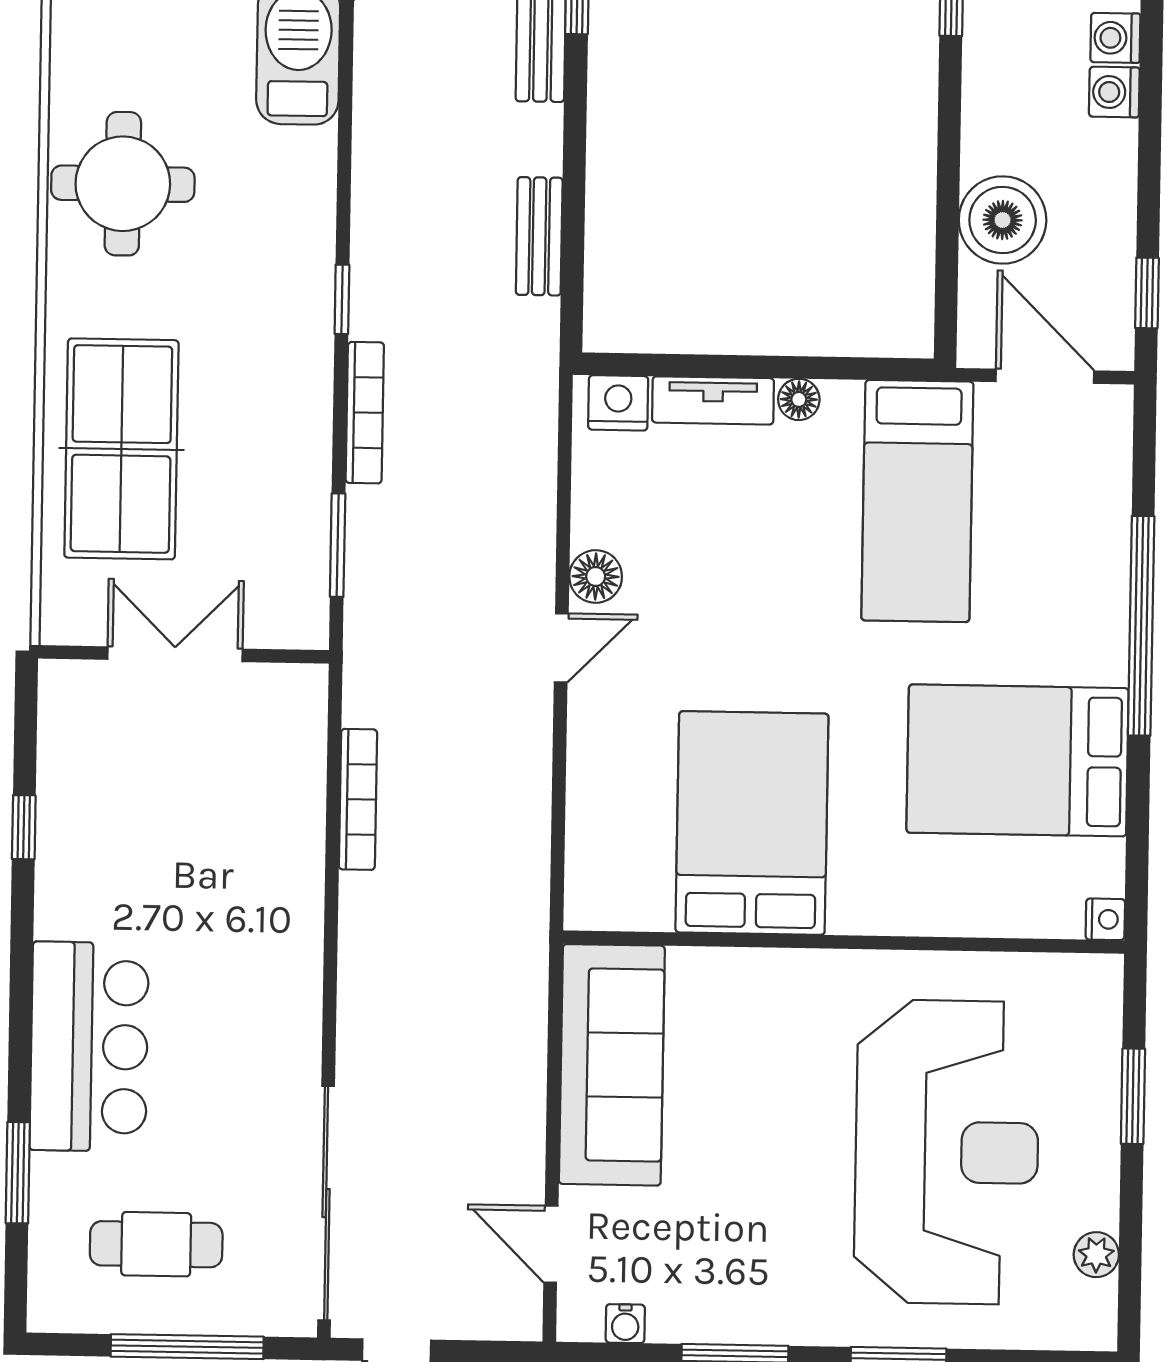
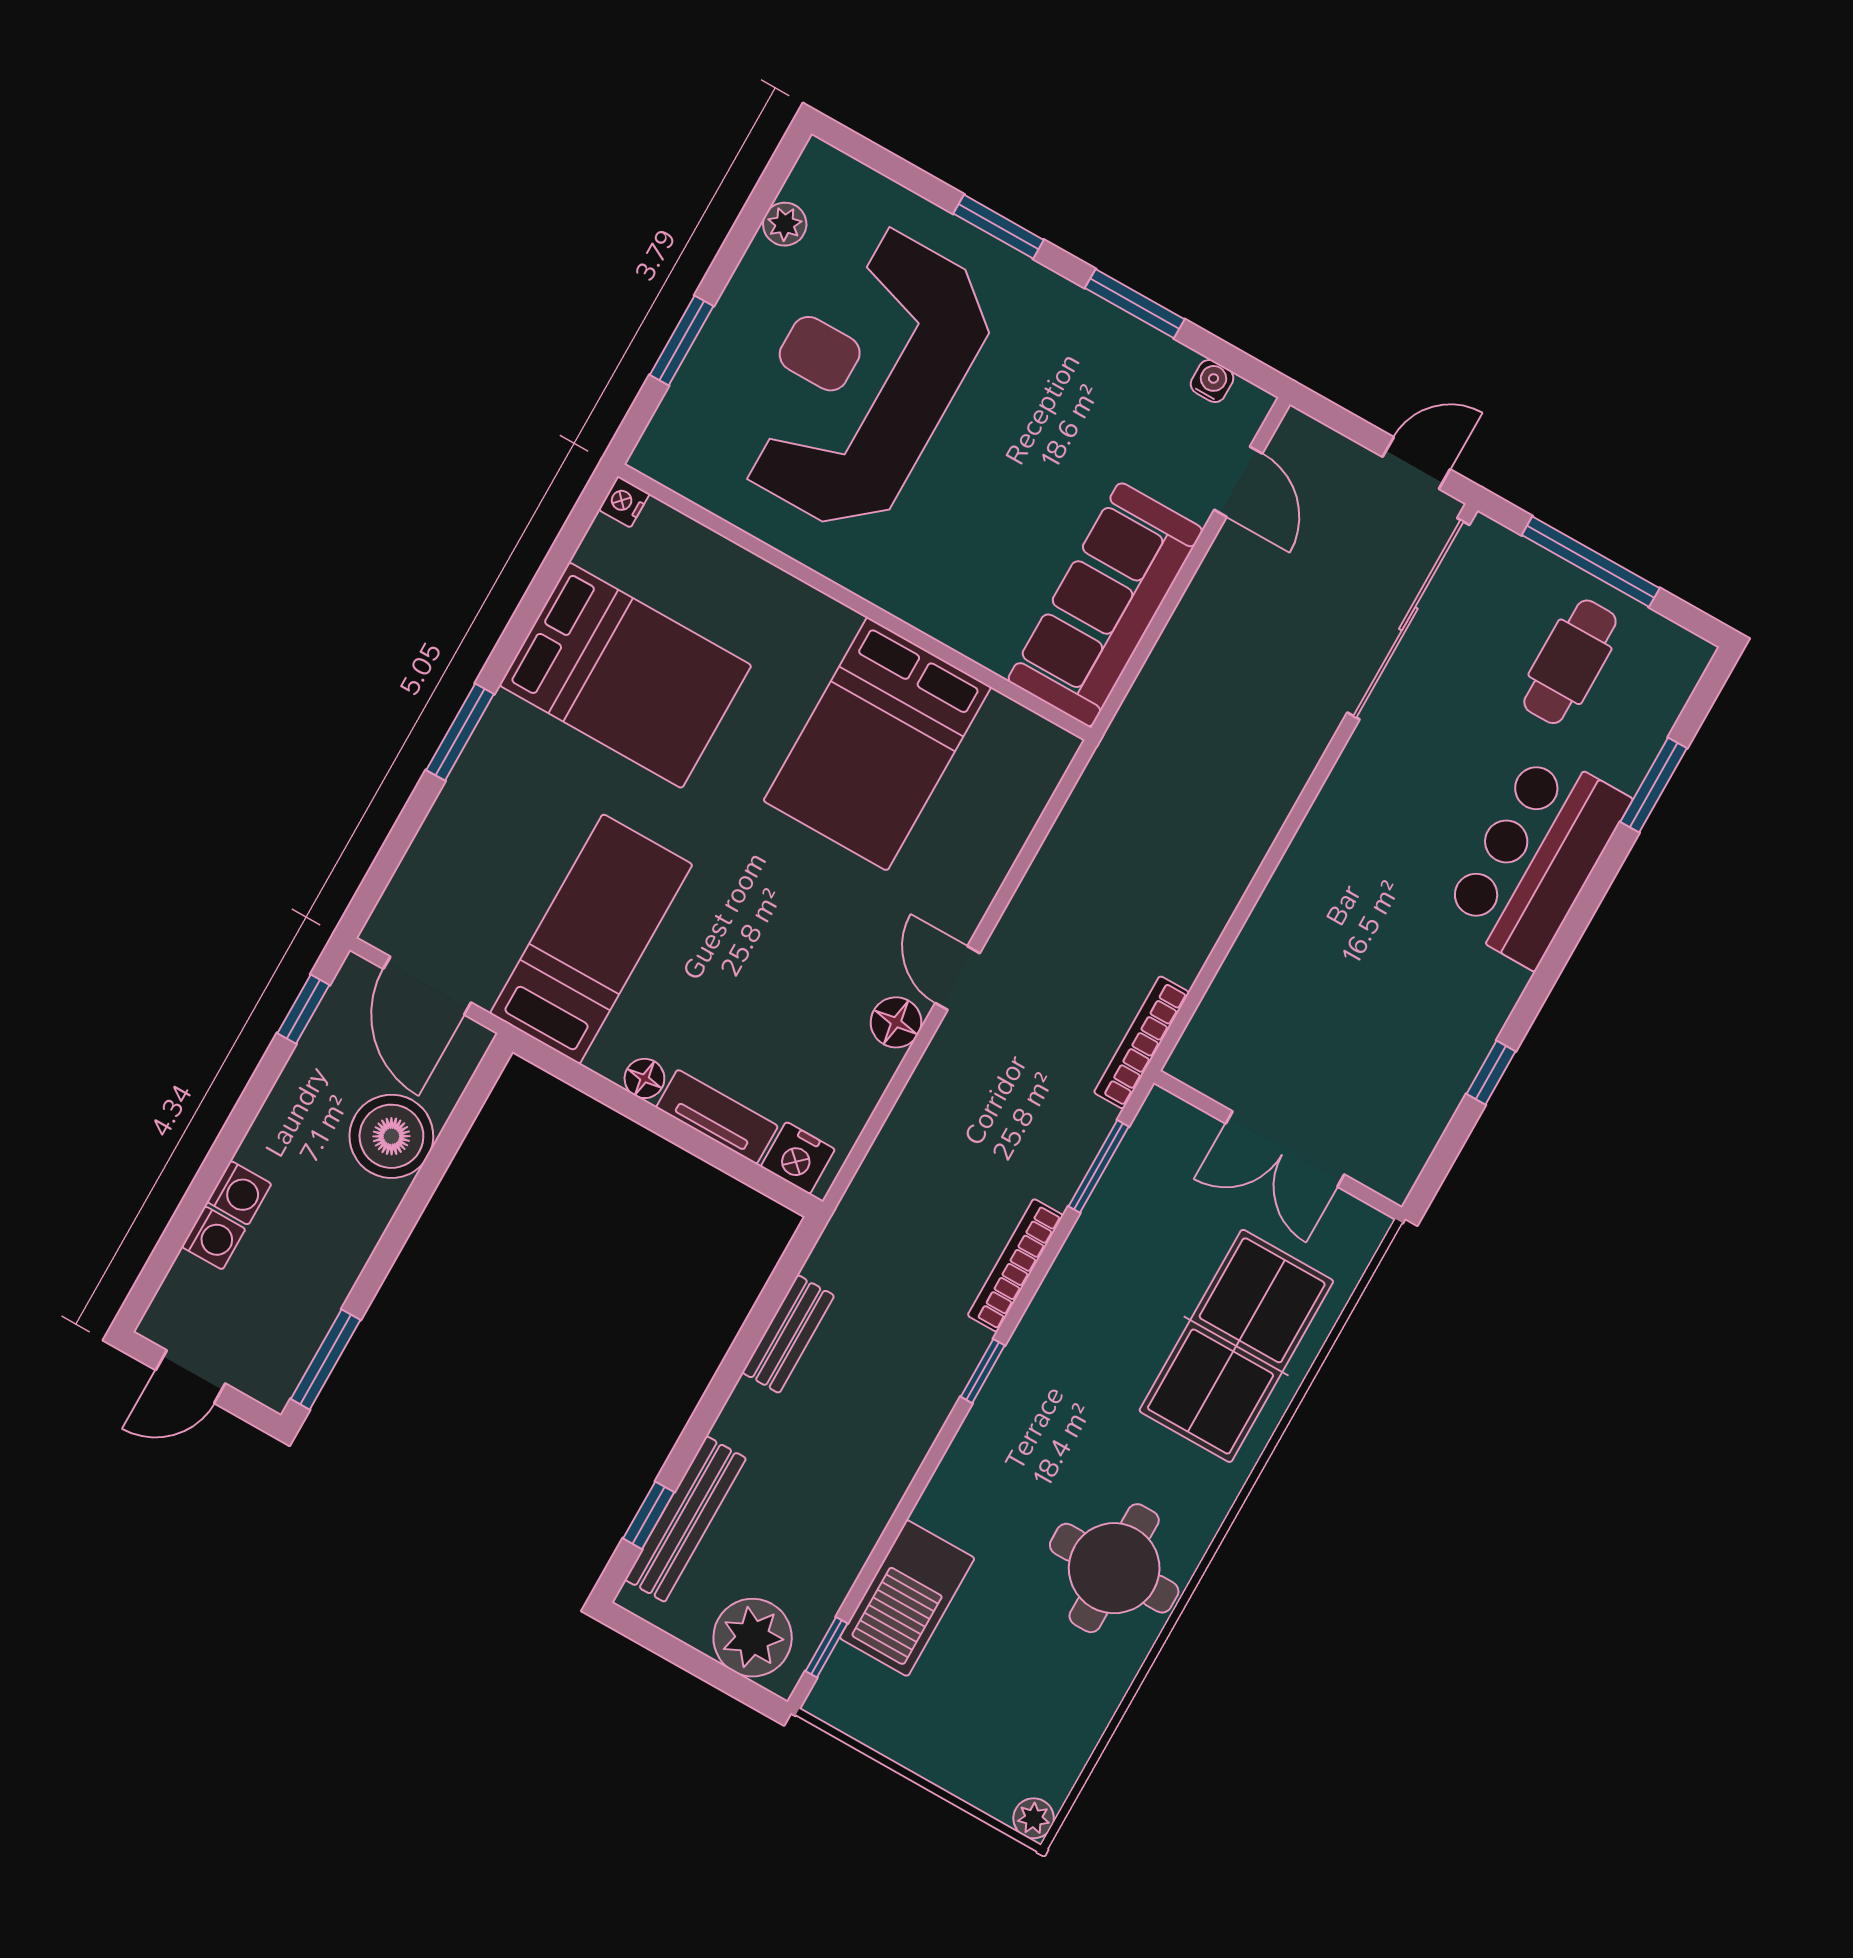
window: (1141, 626) -> (460, 732), width x0.47
door: (561, 648) -> (957, 978), hinge flipped
bookcase: (358, 799) -> (1142, 1042), moved
cafe table: (156, 1244) -> (1570, 662), turned 90

